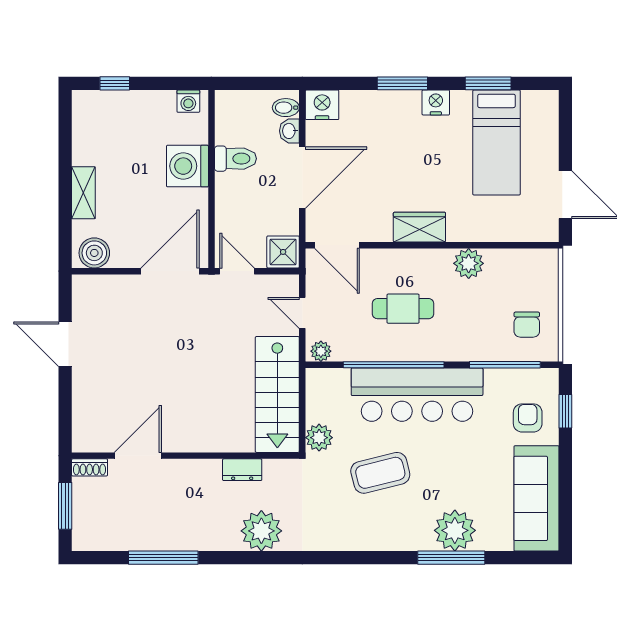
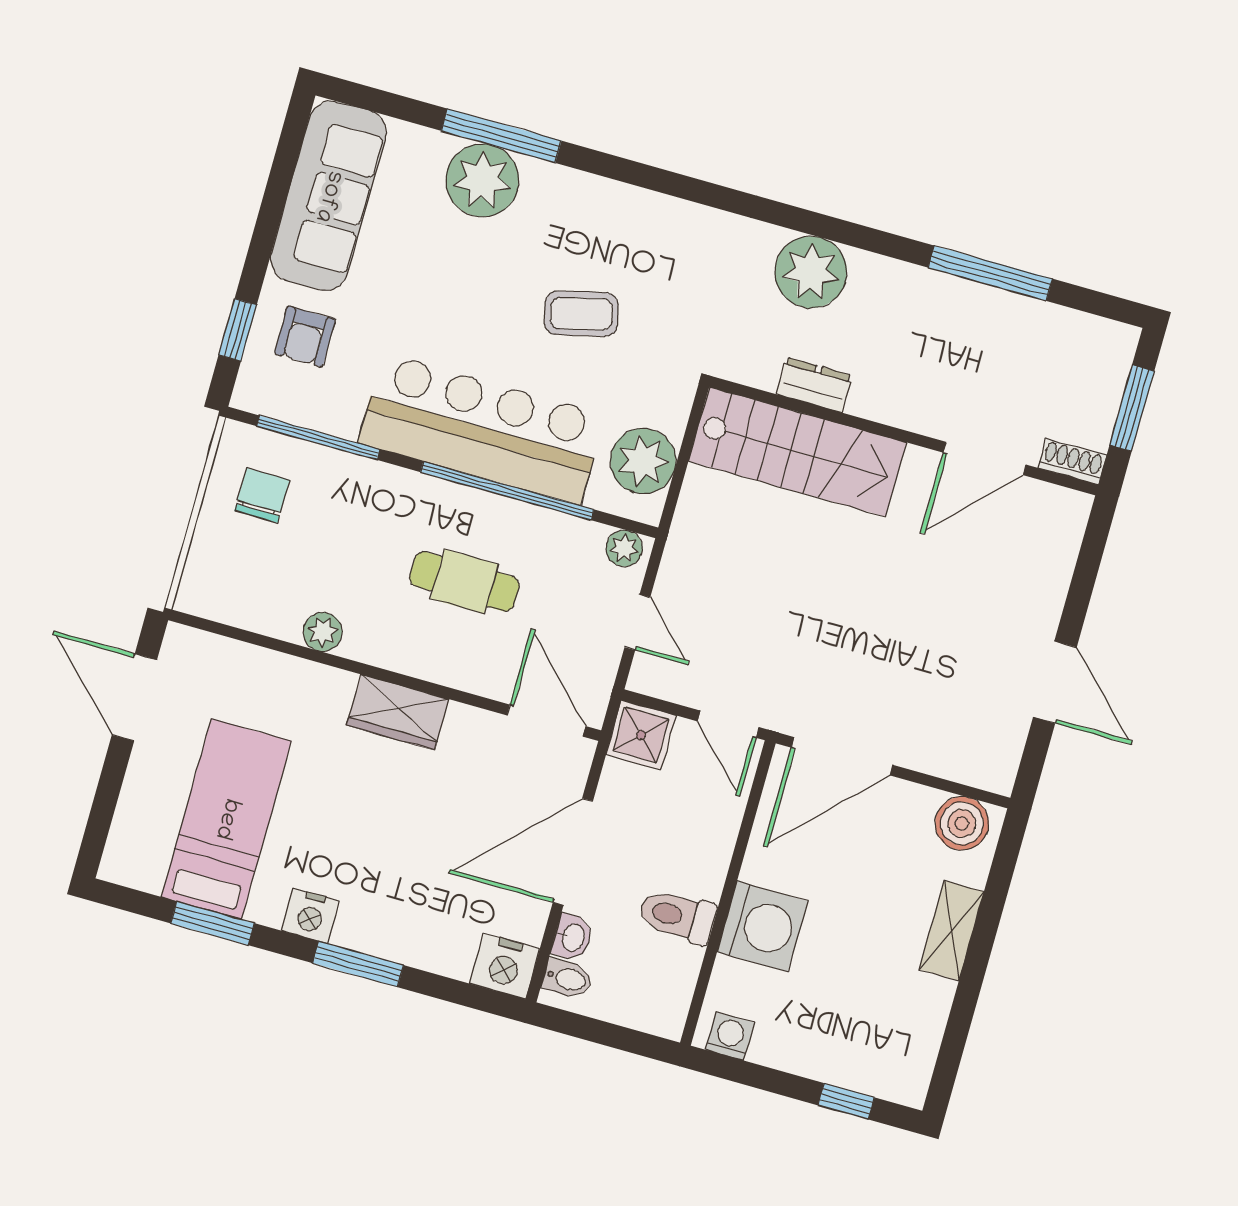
plant: (469, 263) -> (323, 632), width x0.73, depth x0.73
stairs: (277, 394) -> (797, 452), moved, turned 90
plant: (319, 438) -> (643, 461), moved, width x1.36, depth x1.36
coffee table: (380, 473) -> (581, 314), width x0.73, depth x0.77

